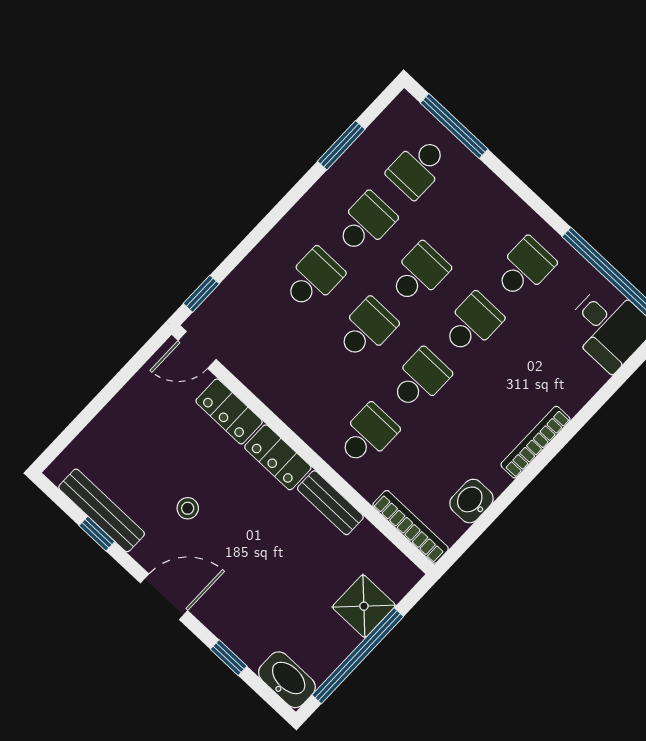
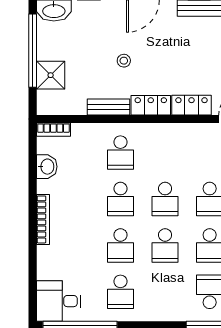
stool: (188, 508) -> (124, 61), moved
bookcase: (411, 527) -> (53, 130), width x0.64

